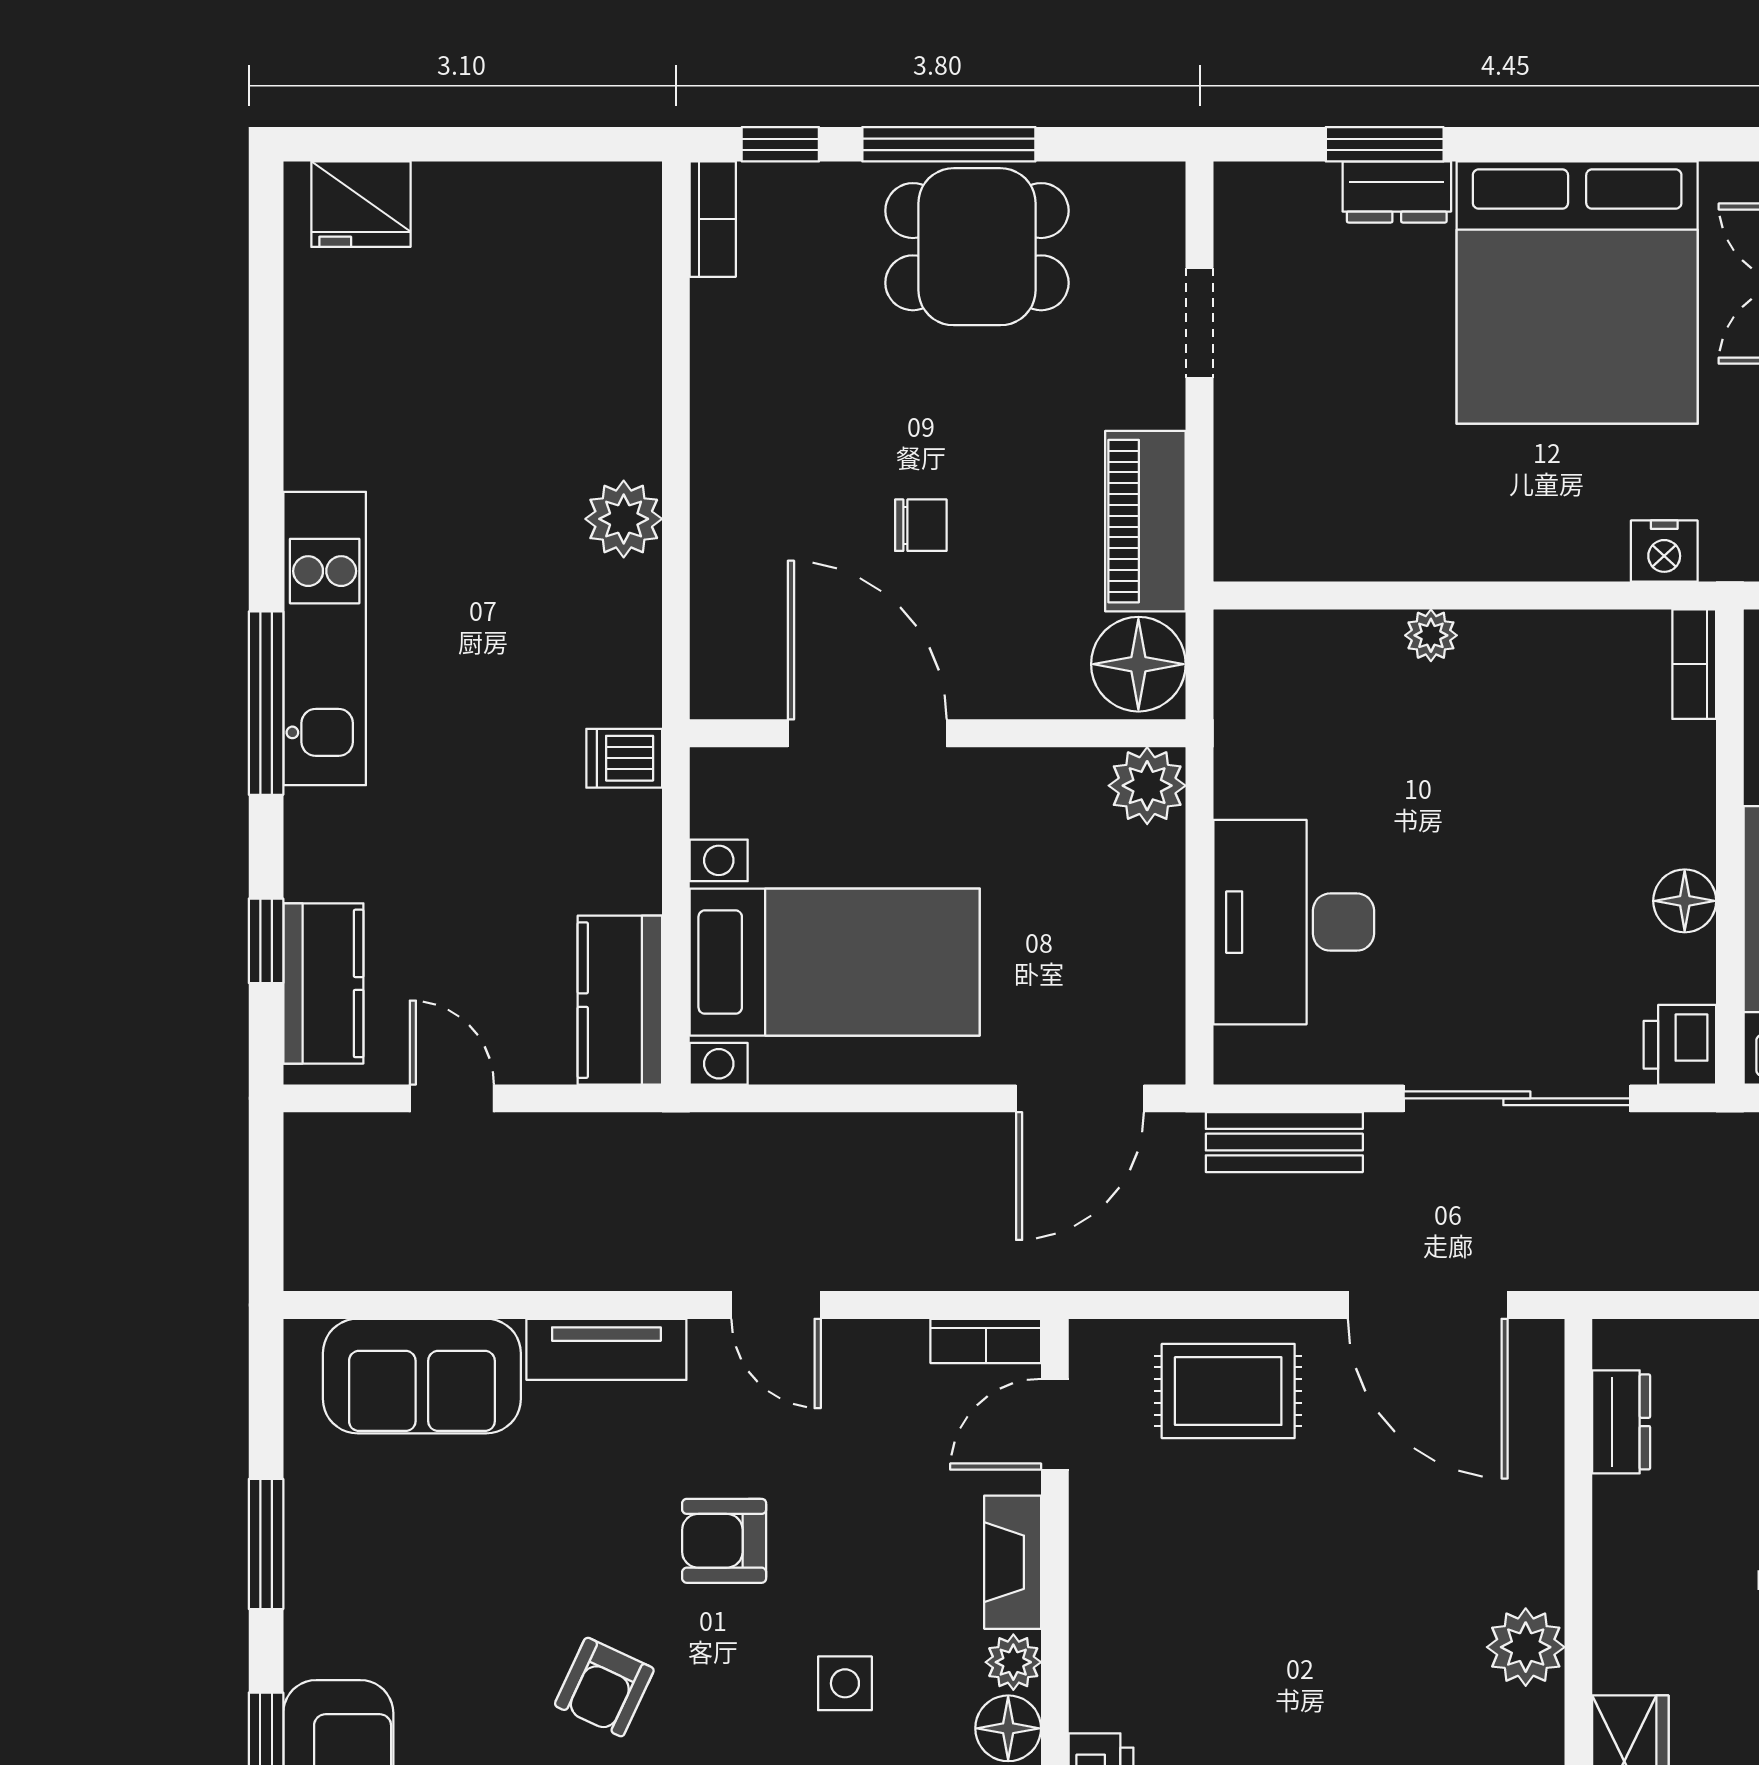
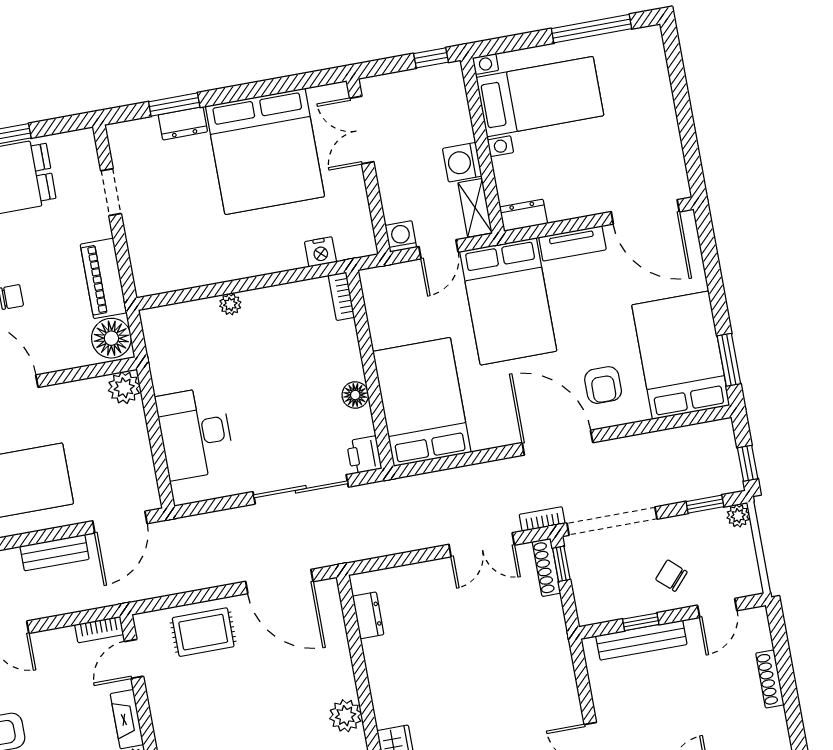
bench: (1284, 1142) -> (55, 553), moved

